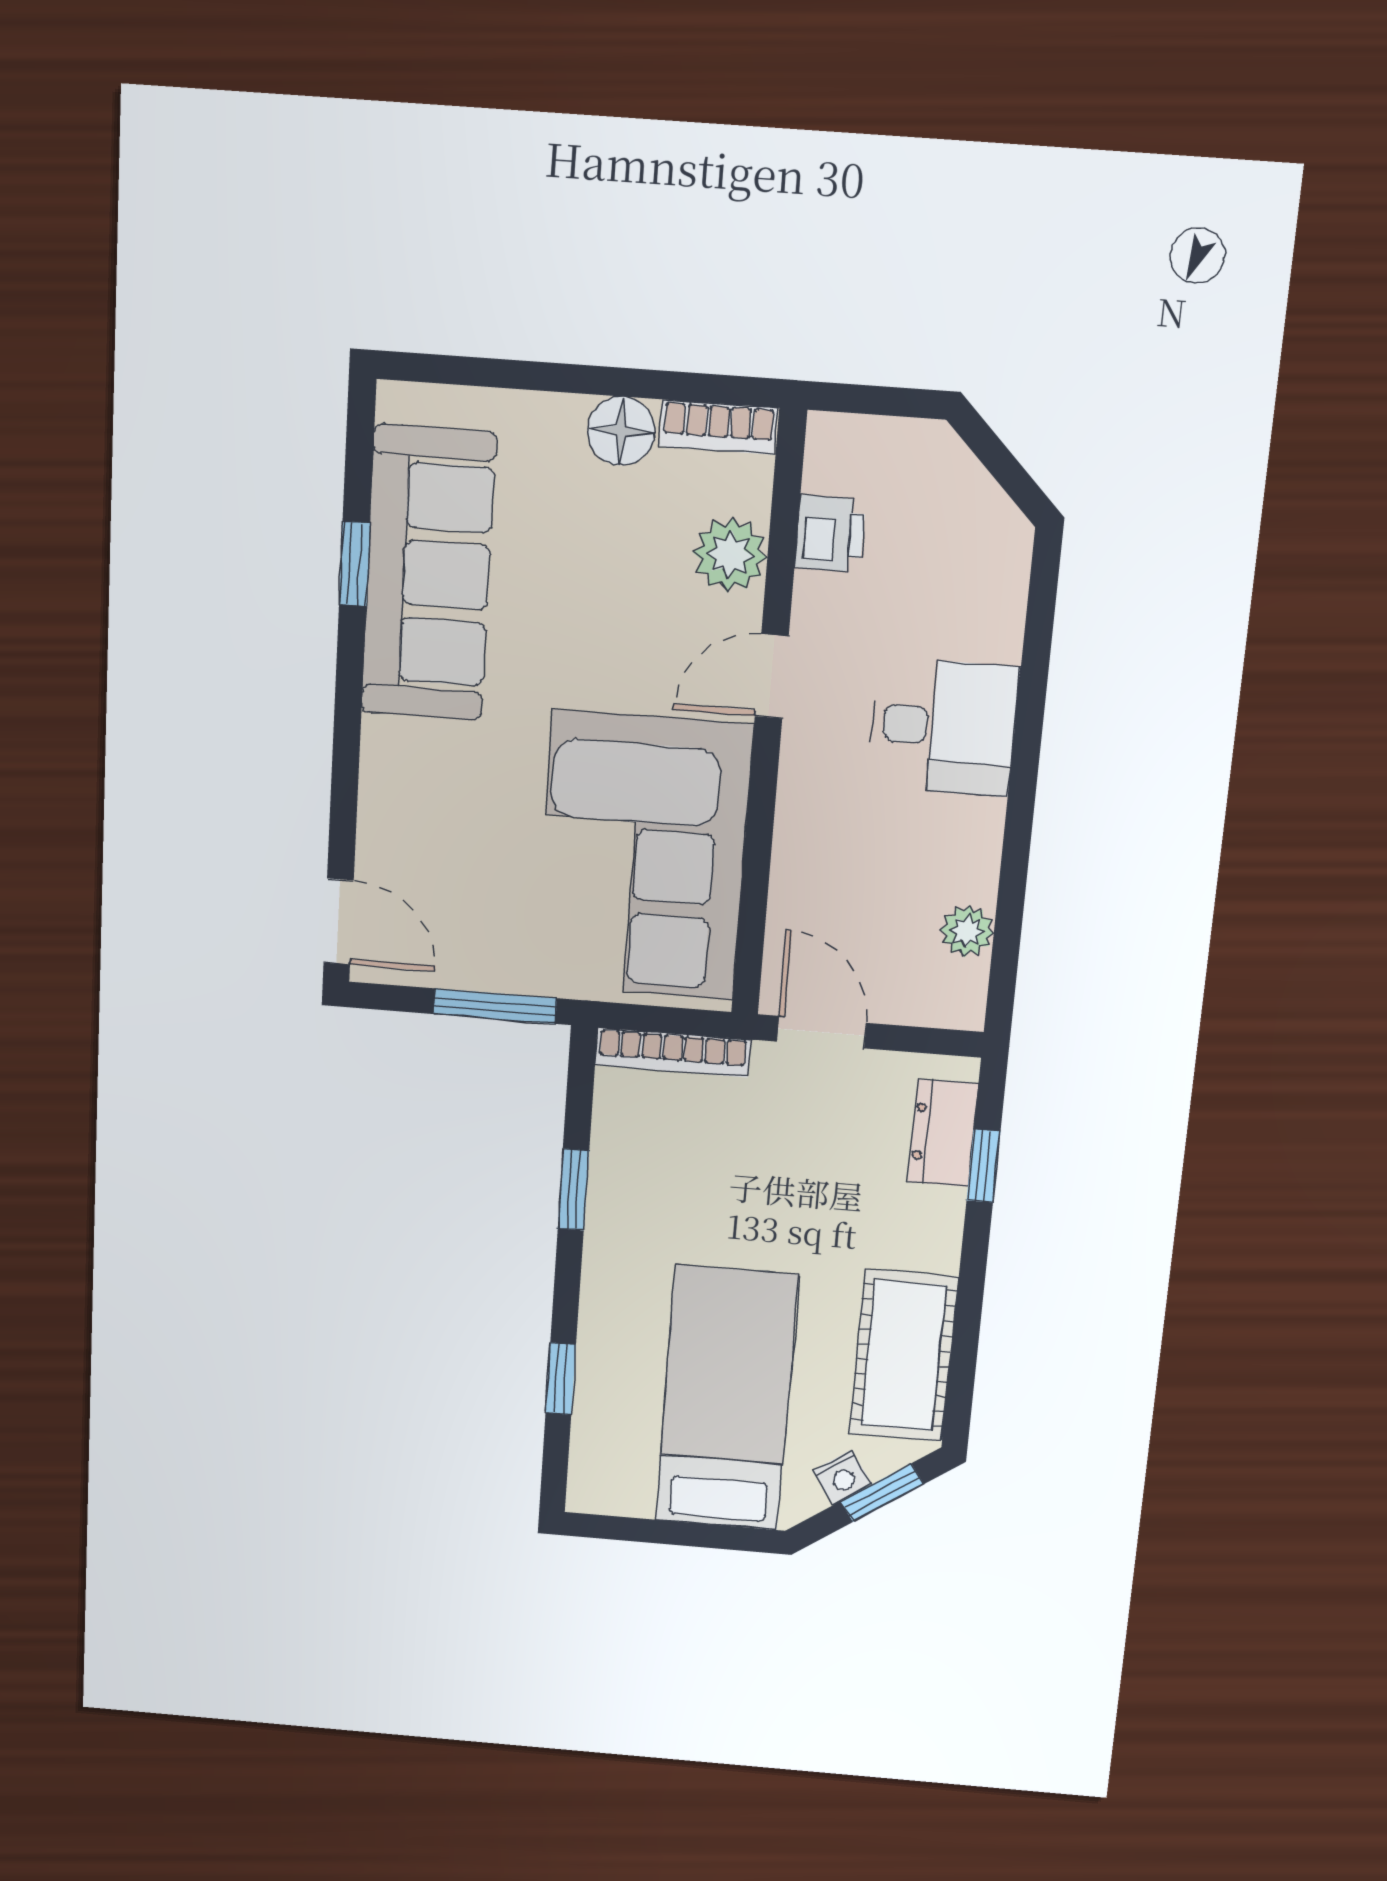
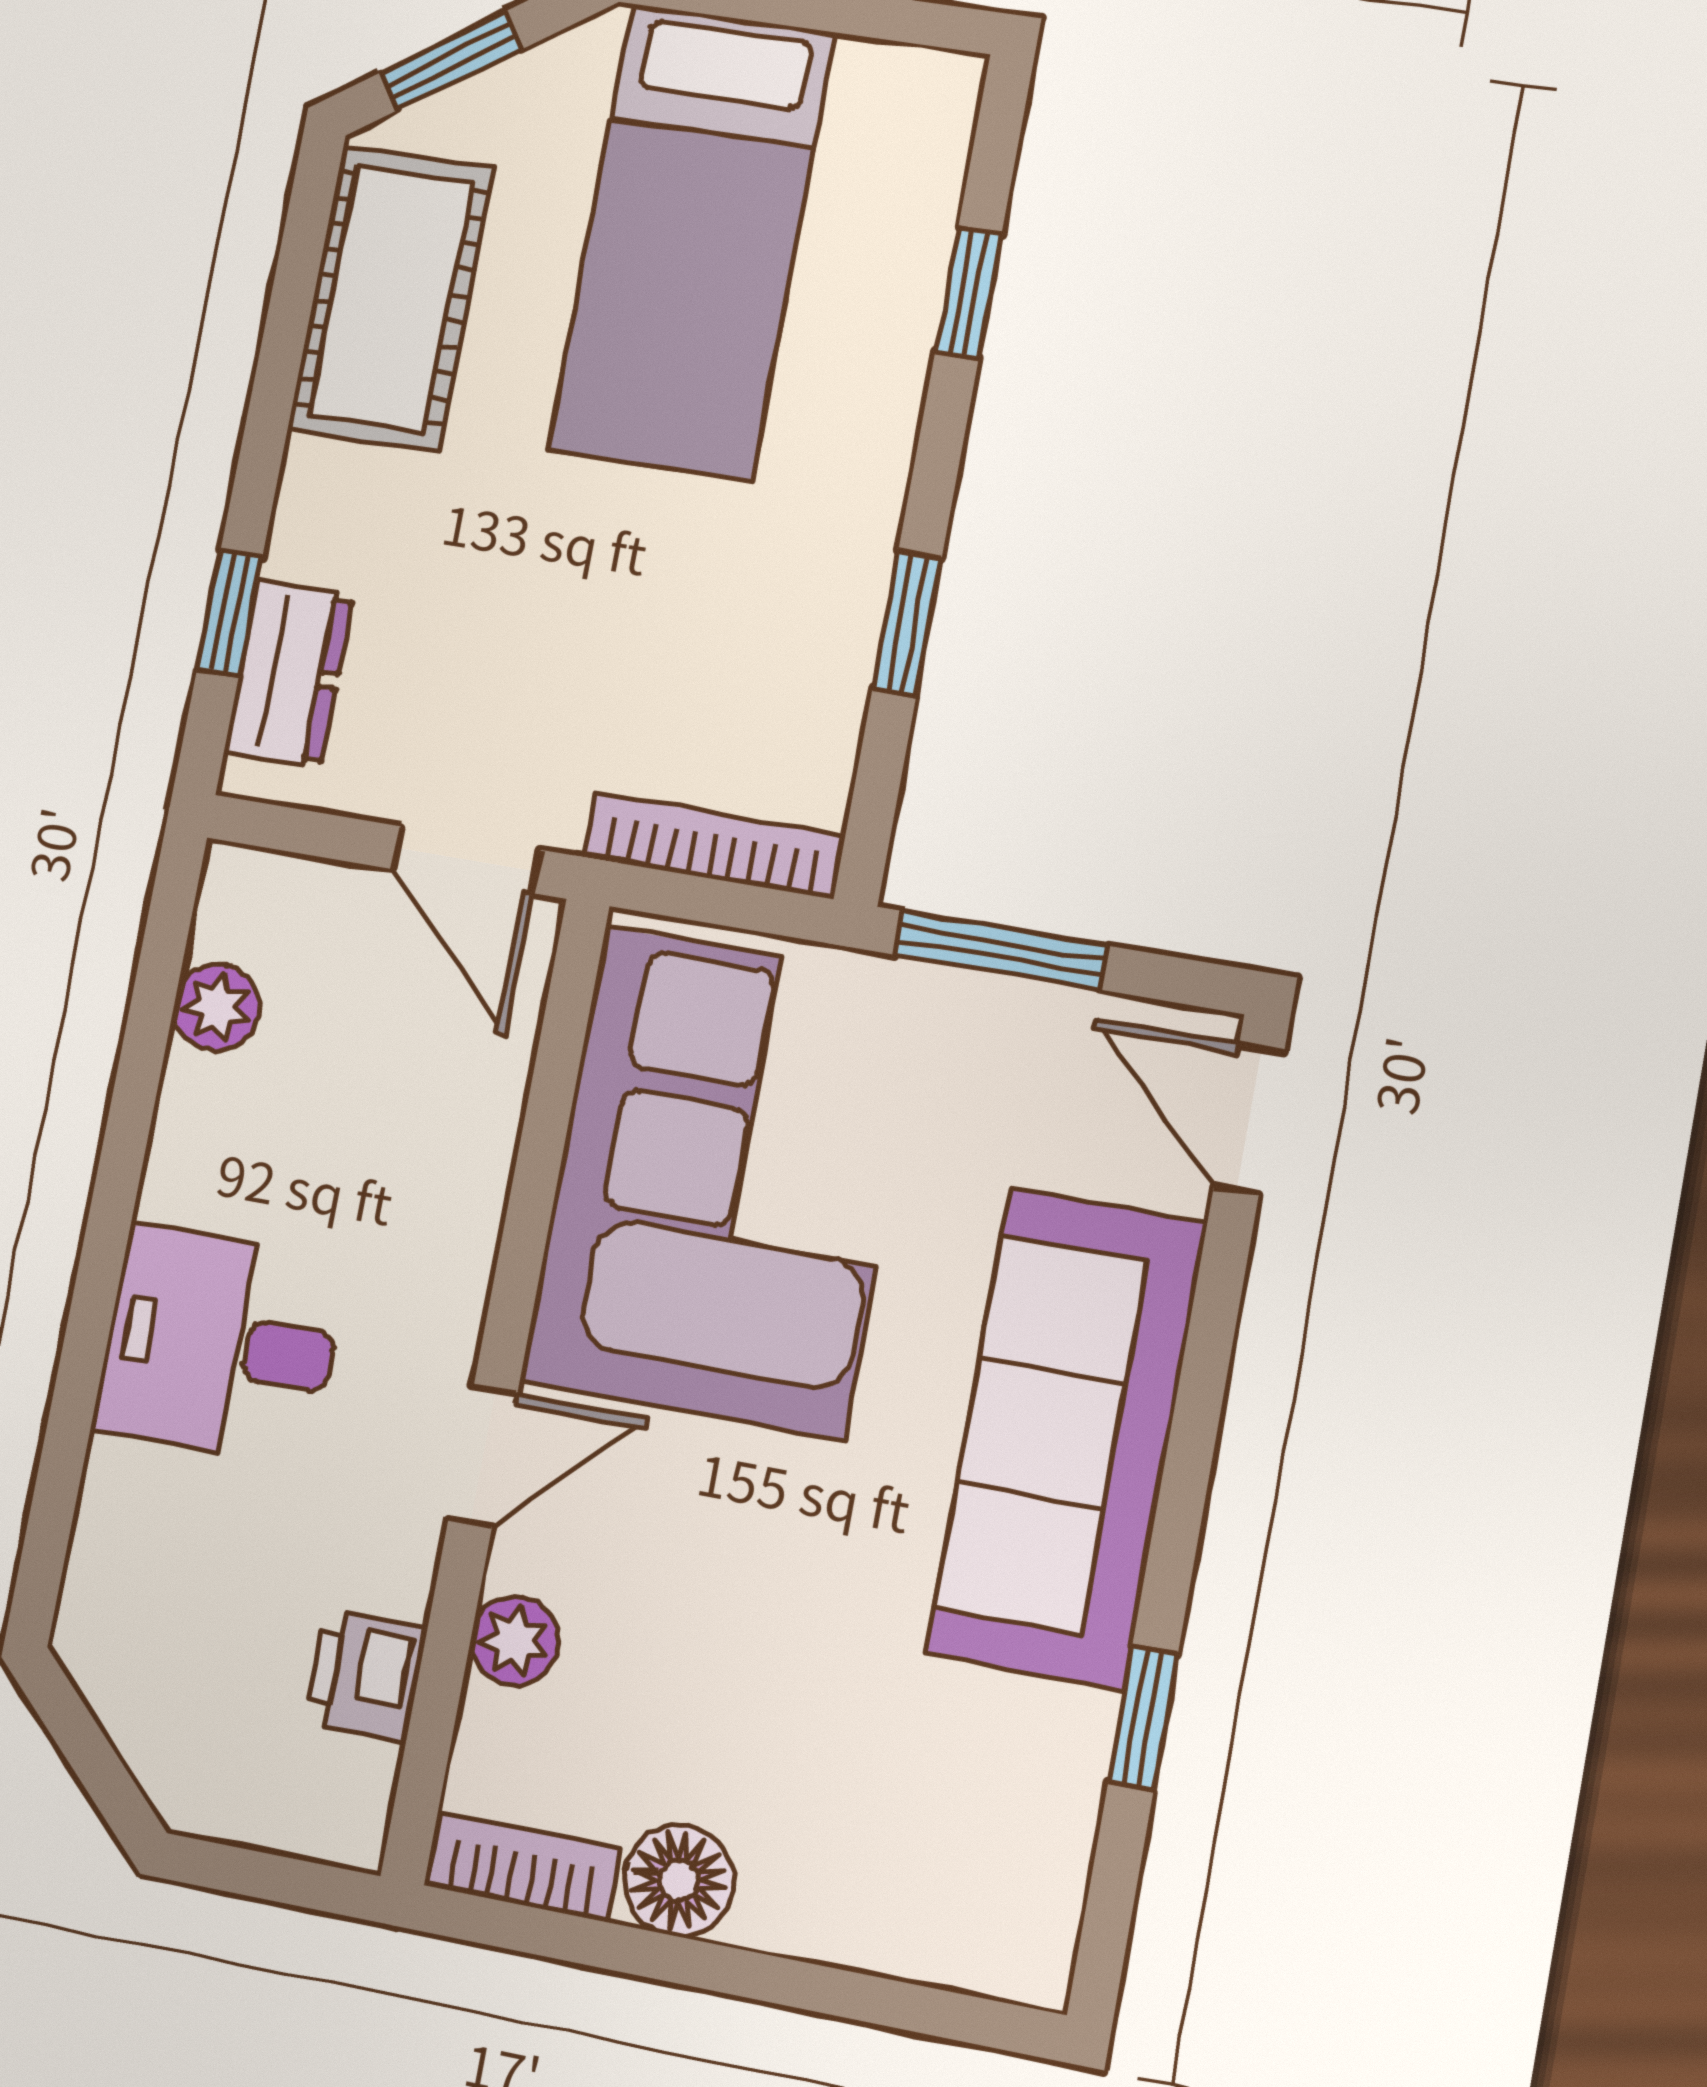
plant: (730, 555) -> (515, 1641), width x0.73, depth x0.73
sofa: (428, 574) -> (1067, 1438), moved
nightstand: (842, 1477) -> (514, 91), removed

